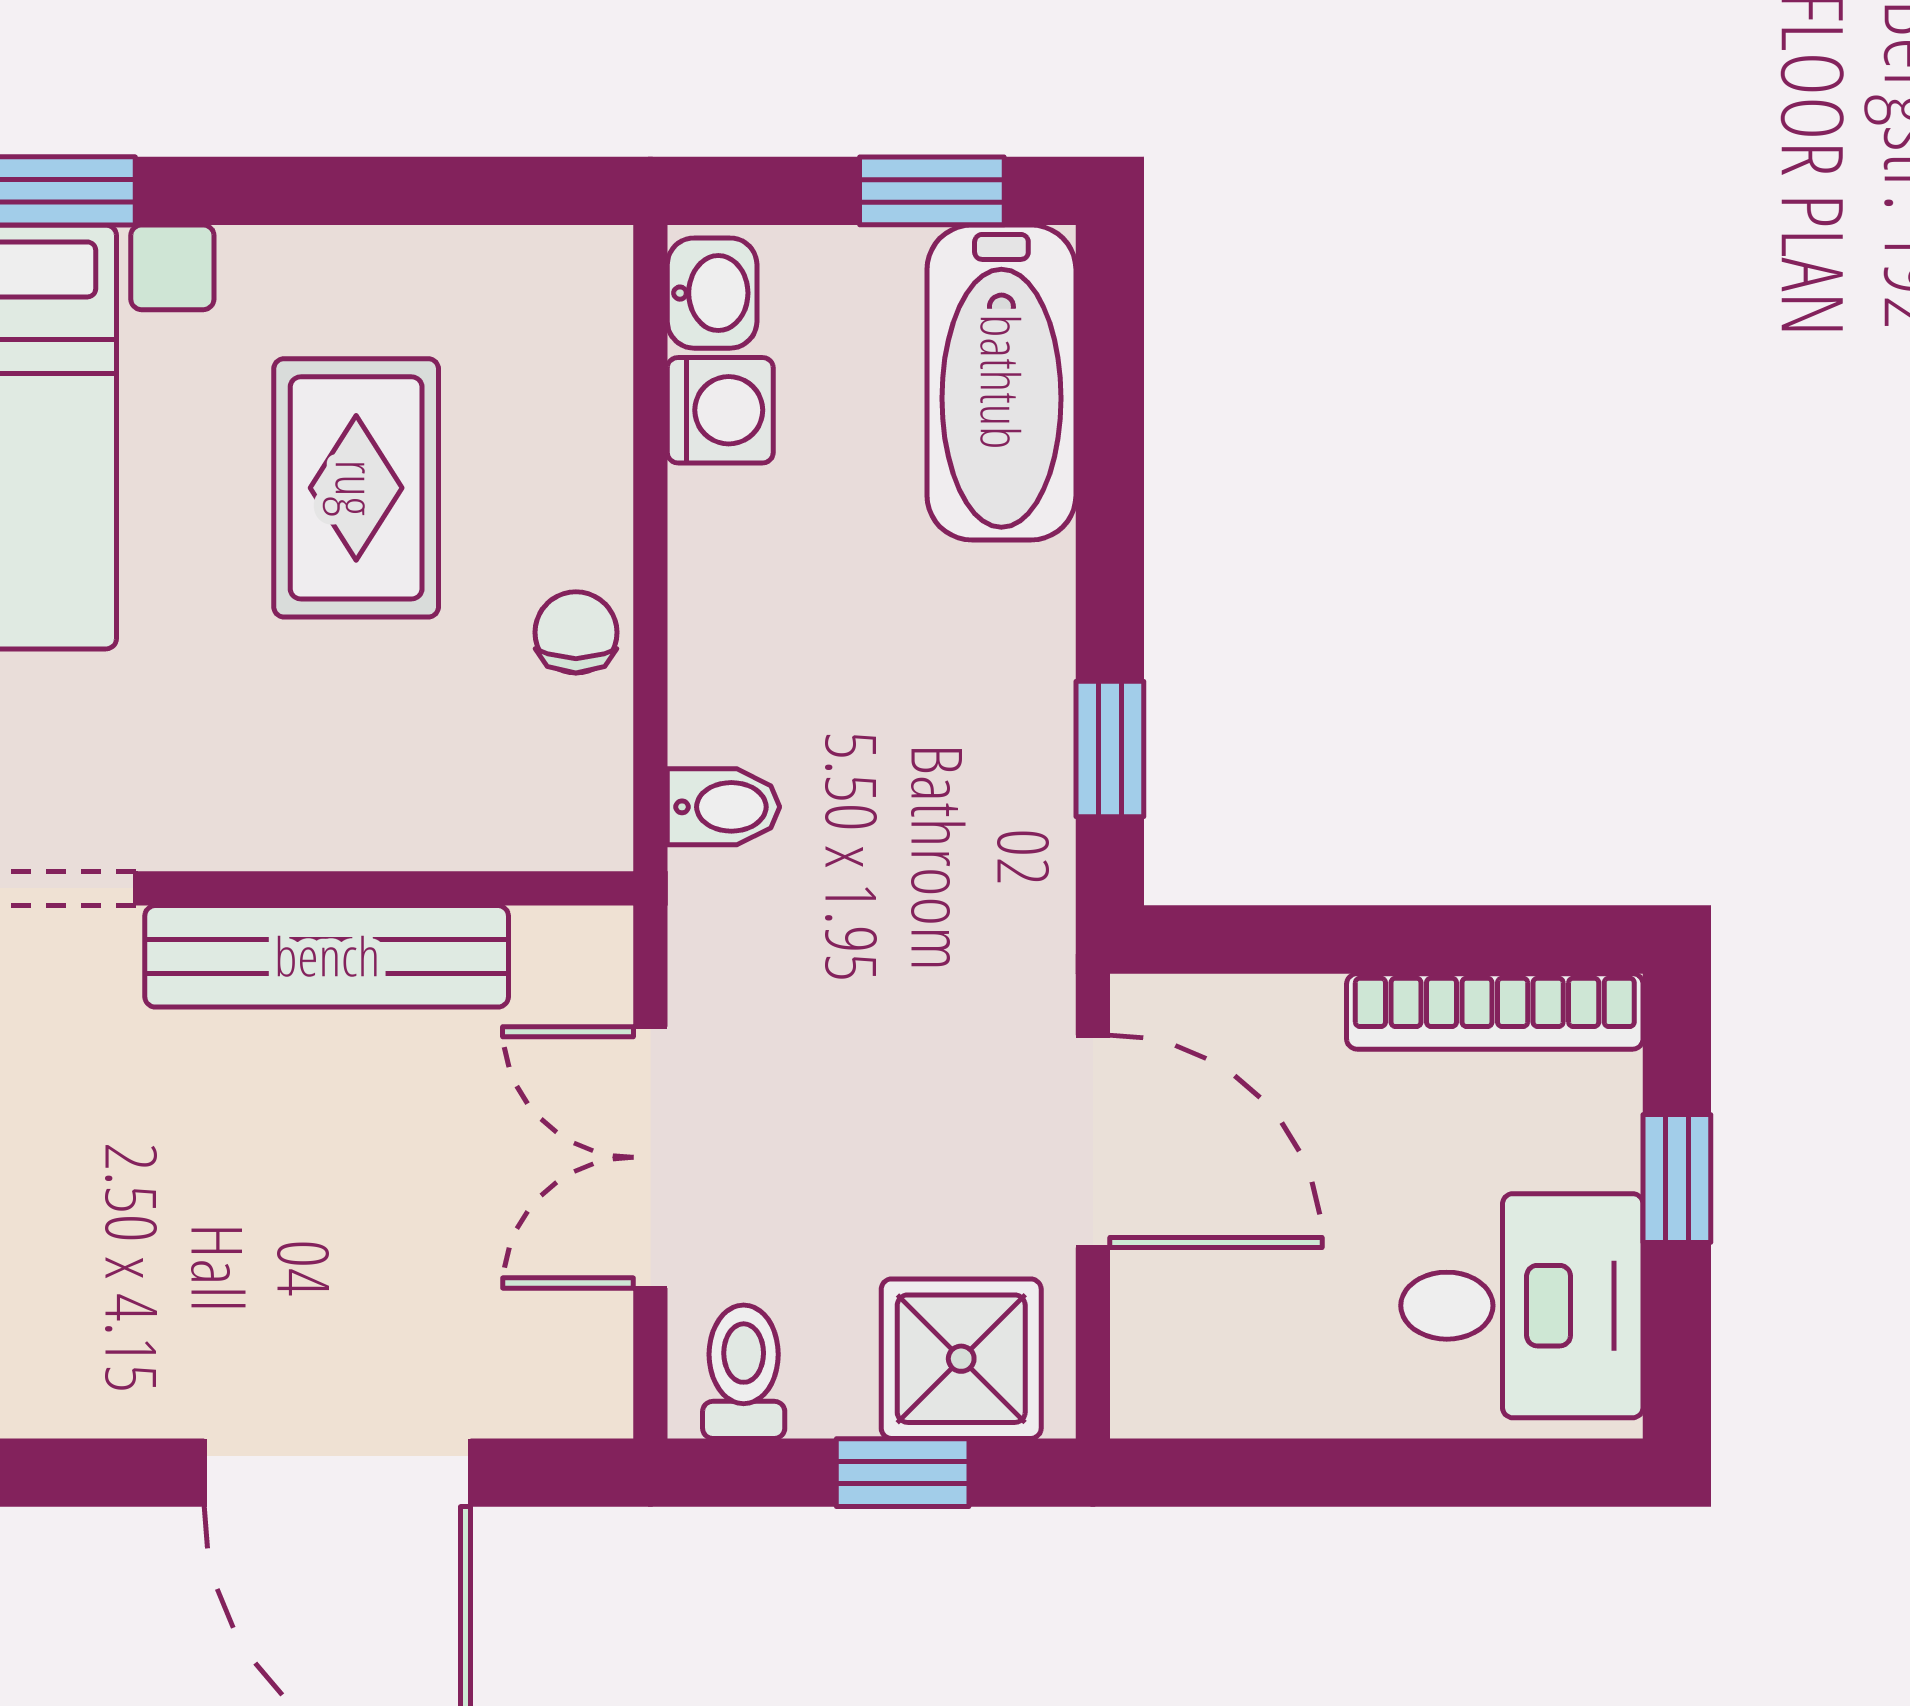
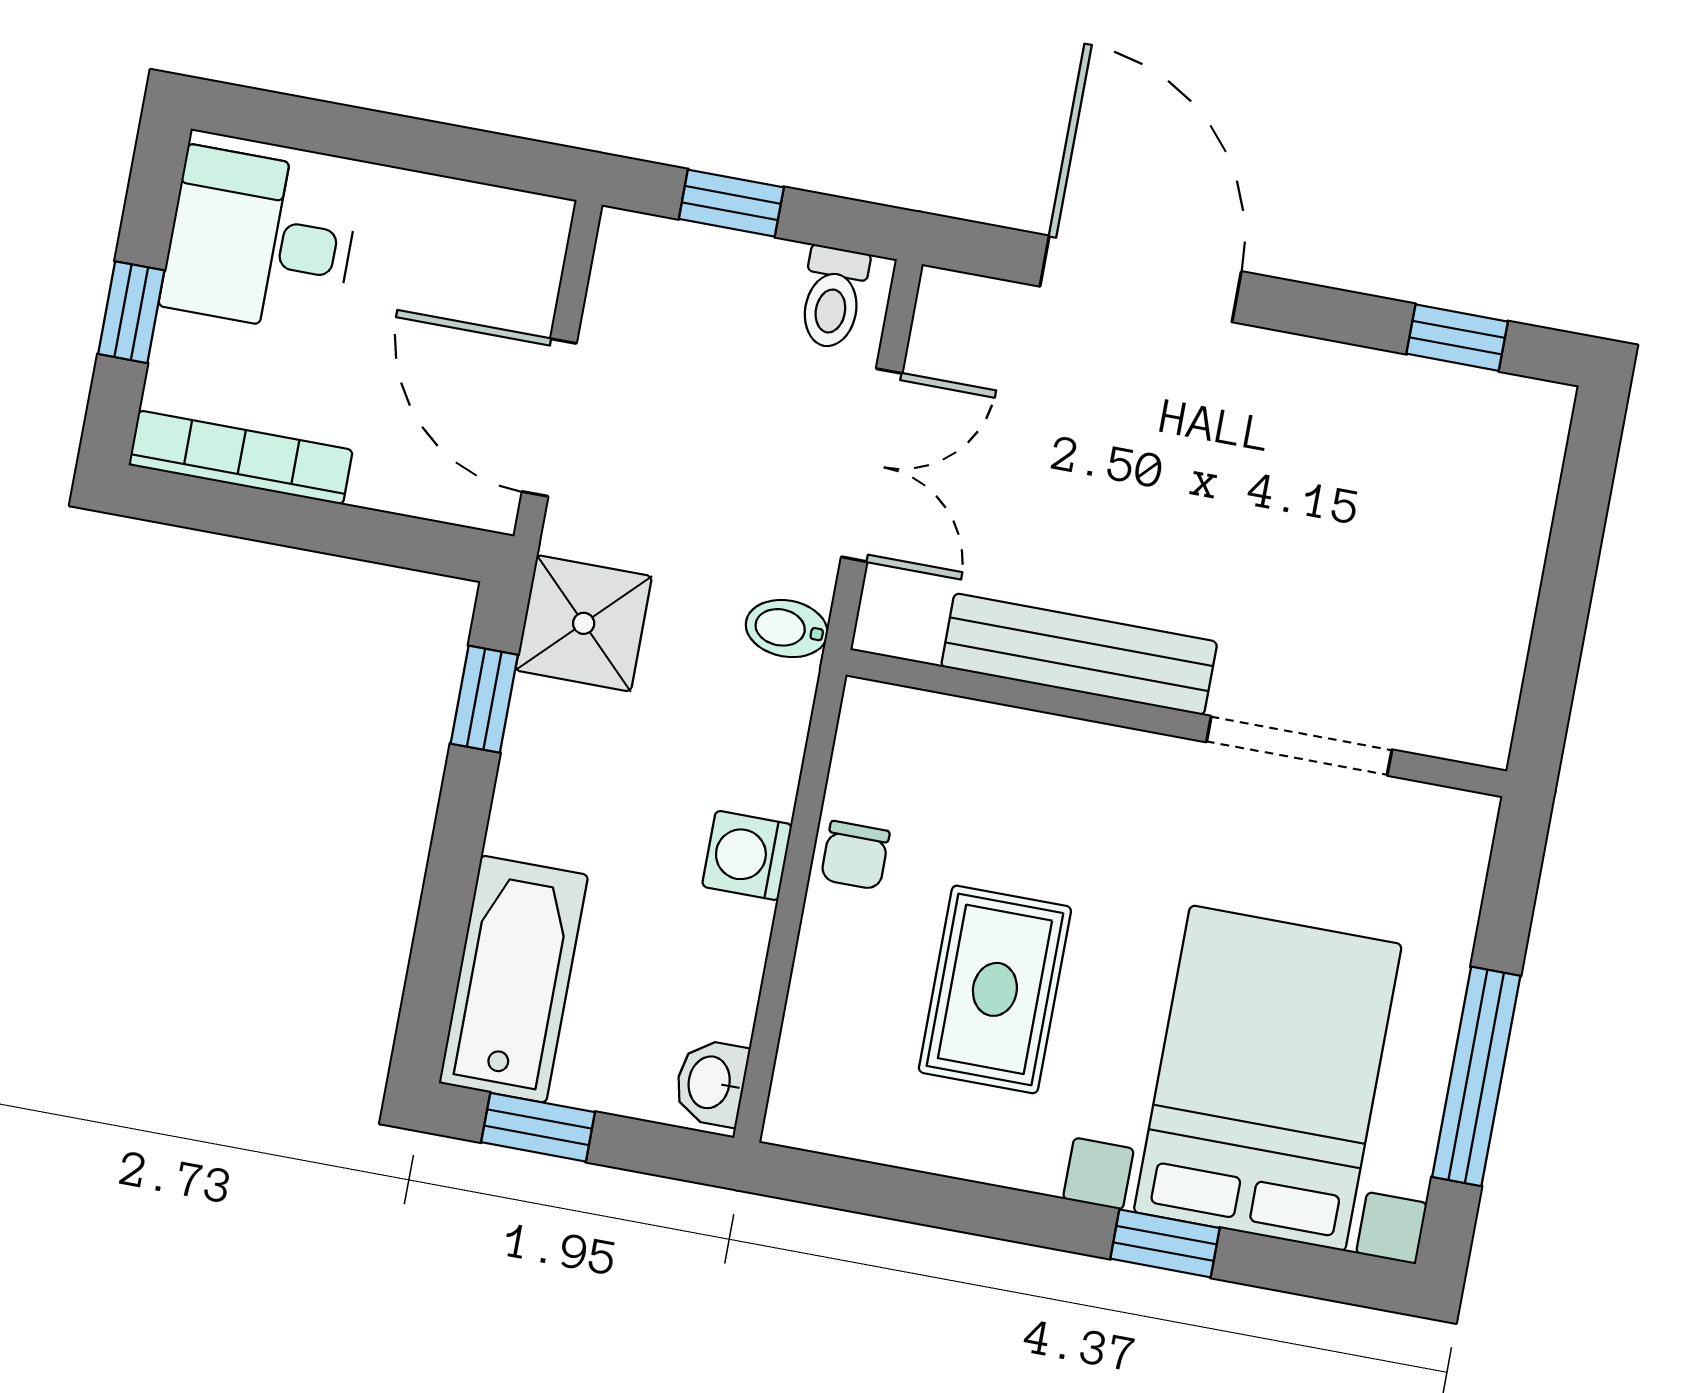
washing machine: (720, 410) -> (747, 855), moved
bidet: (723, 807) -> (787, 629), moved
shower: (961, 1359) -> (584, 623), moved

